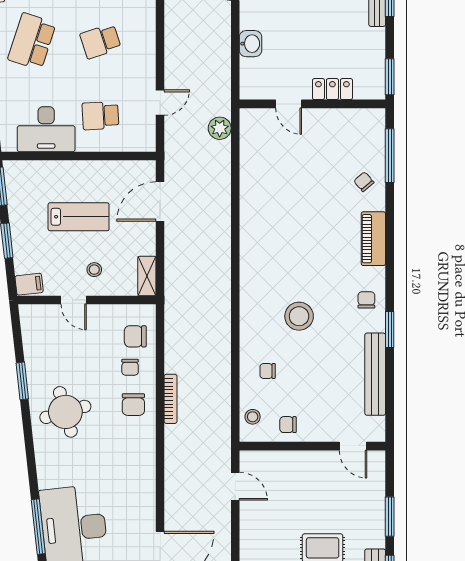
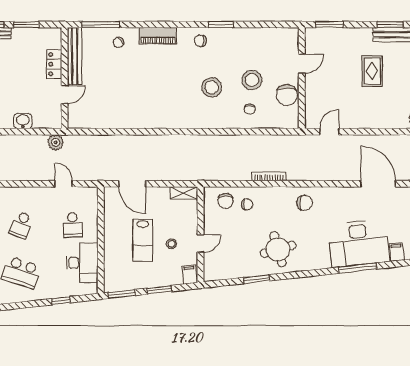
school desk: (100, 41) -> (21, 225), turned 39
window: (390, 77) -> (26, 25), moved
plant: (220, 128) -> (56, 142), moved
lab bench: (79, 217) -> (143, 240), turned 180
stool: (94, 270) -> (172, 244), moved
bench: (375, 374) -> (75, 56), moved, turned 90
chair: (133, 405) -> (305, 203), moved
stool: (253, 417) -> (252, 80), moved, width x1.89, depth x1.89
chair: (288, 425) -> (287, 95), width x1.87, depth x1.87
door: (353, 446) -> (302, 64), moved
window: (390, 517) -> (329, 25), moved

